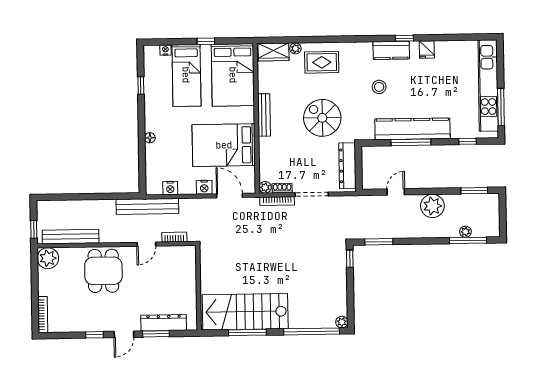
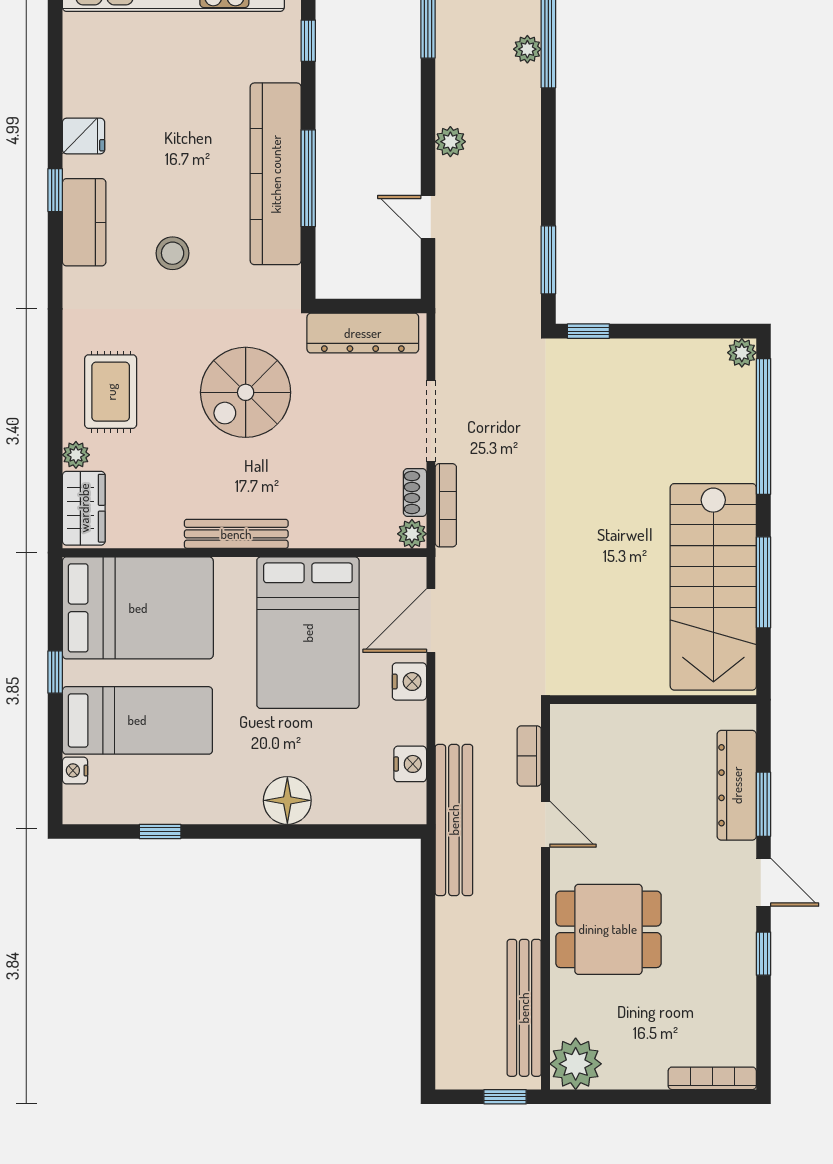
floor lamp: (150, 138) -> (287, 800), width x1.89, depth x1.89
plant: (432, 206) -> (450, 142), width x0.53, depth x0.53

